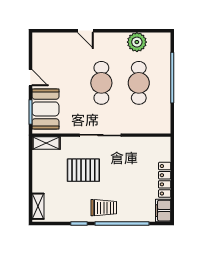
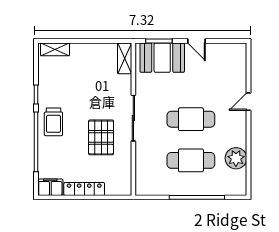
door: (30, 78) -> (197, 41), hinge flipped
pallet: (83, 170) -> (101, 137), moved

